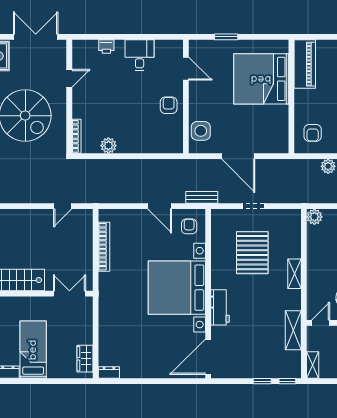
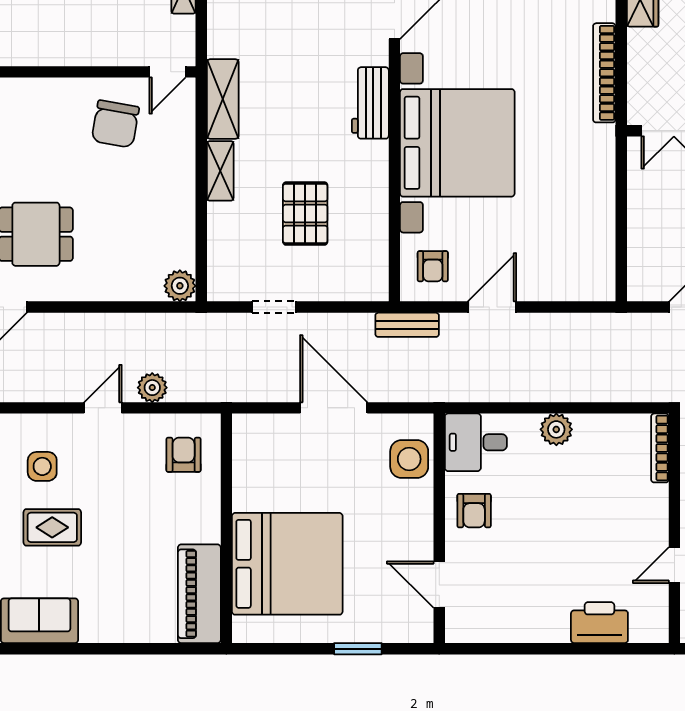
printer: (106, 46) -> (599, 623), width x1.87, depth x1.48
desk: (140, 55) -> (476, 442), moved, turned 90
plant: (108, 146) -> (556, 429), moved
door: (160, 206) -> (492, 307), hinge flipped
doorway: (253, 206) -> (274, 307), moved
bookcase: (104, 247) -> (604, 73), moved
pallet: (252, 253) -> (305, 214), width x0.73, depth x0.71
shelving: (293, 330) -> (223, 99), moved

